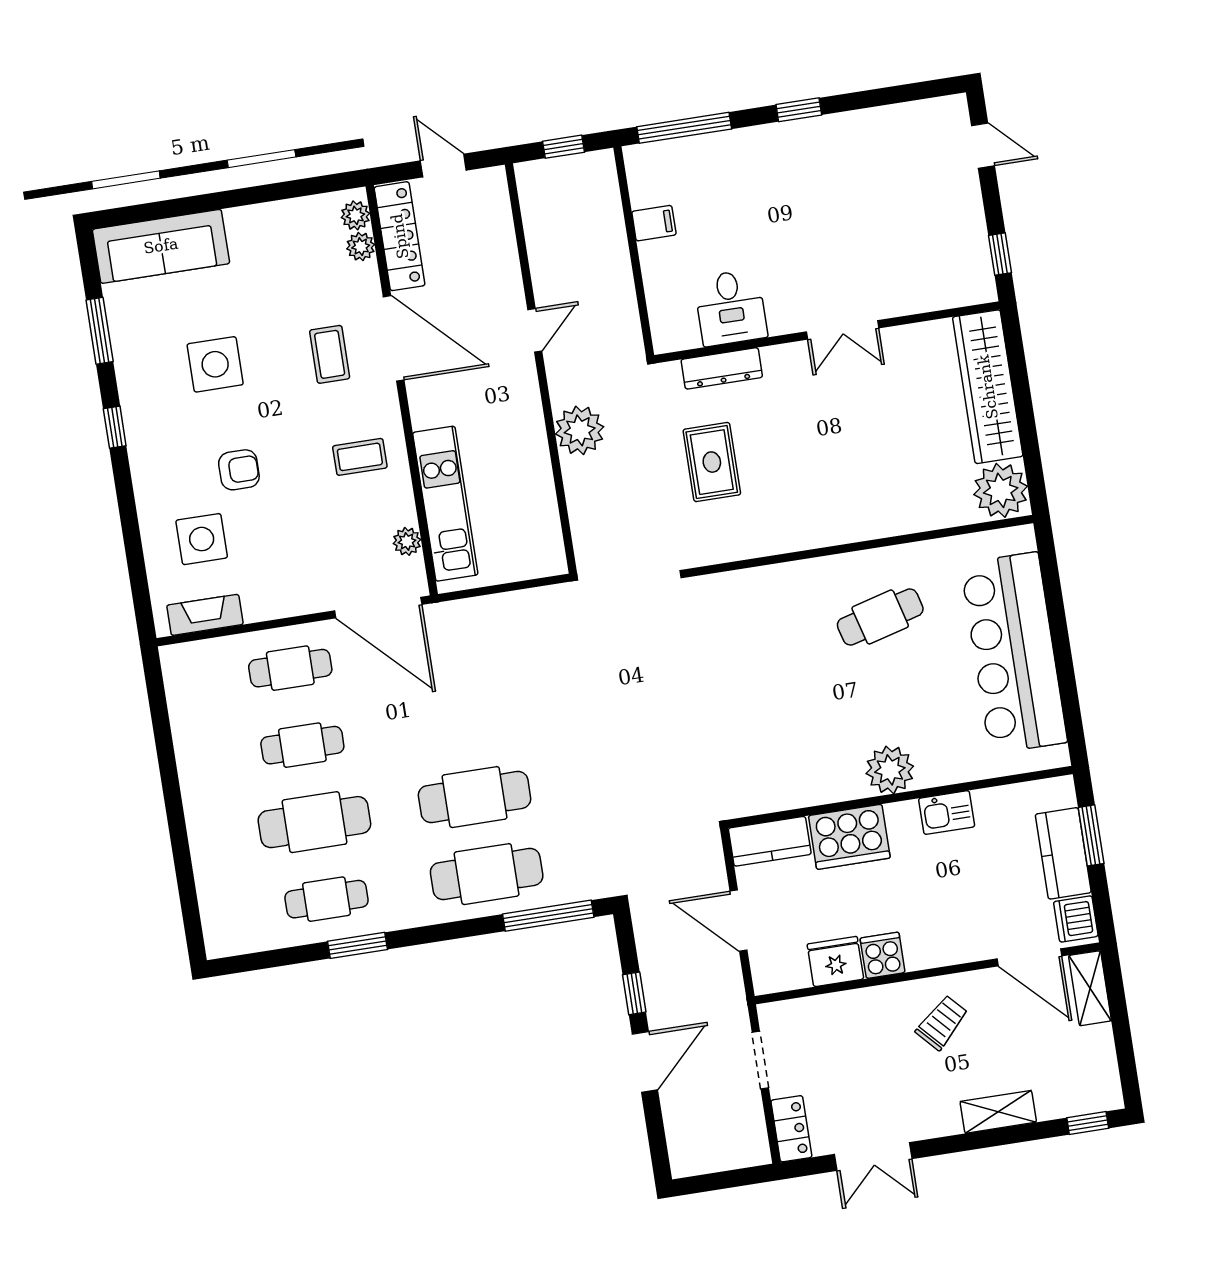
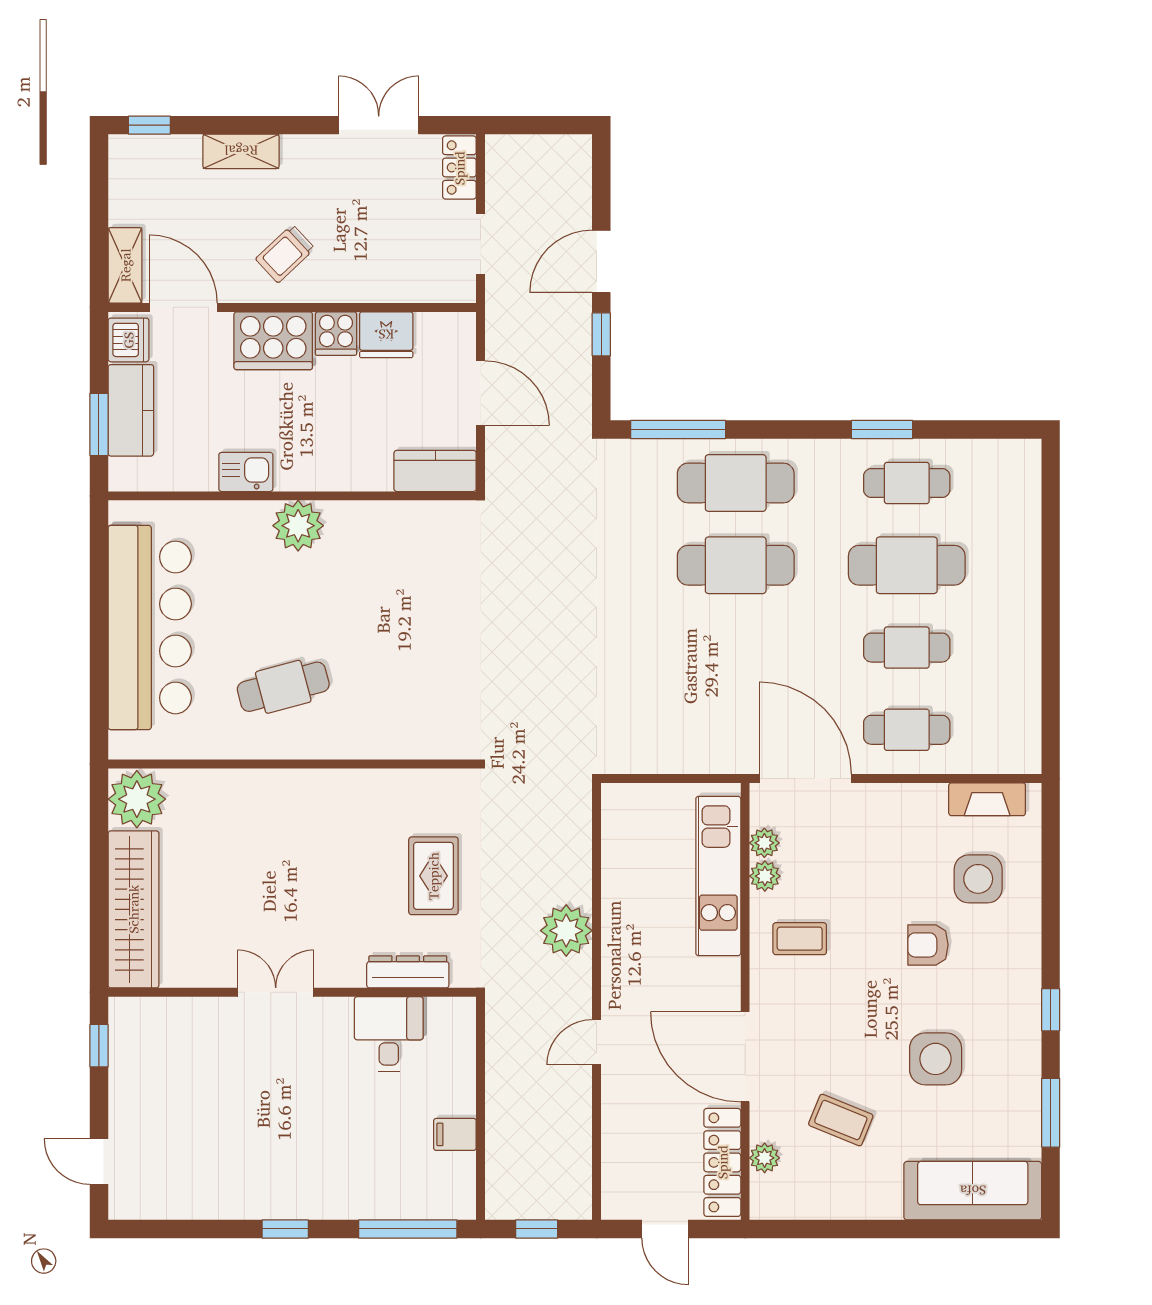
plant: (355, 215) -> (765, 876), moved
coffee table: (330, 354) -> (841, 1120), moved, turned -68
cooker: (849, 837) -> (273, 341), moved, turned 180

